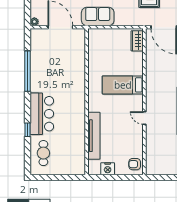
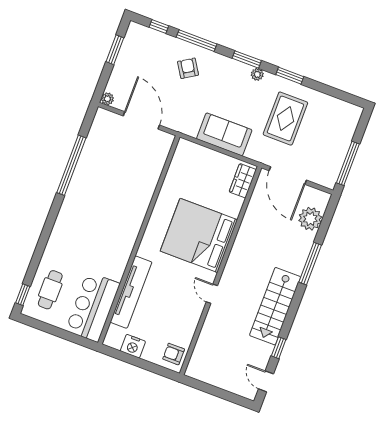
sofa: (98, 16) -> (224, 134), moved
bed: (123, 85) -> (199, 235), width x2.04
bar counter: (42, 114) -> (93, 307), moved, turned 180
window: (28, 130) -> (23, 295), moved

